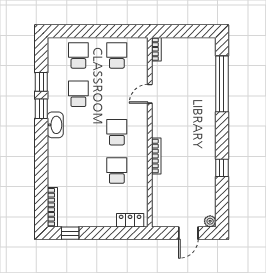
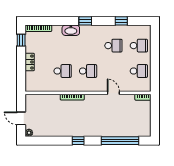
window: (41, 109) -> (85, 21), moved
washbasin: (55, 125) -> (71, 30), moved
window: (222, 168) -> (78, 141), moved
locker: (130, 220) -> (30, 62), moved

